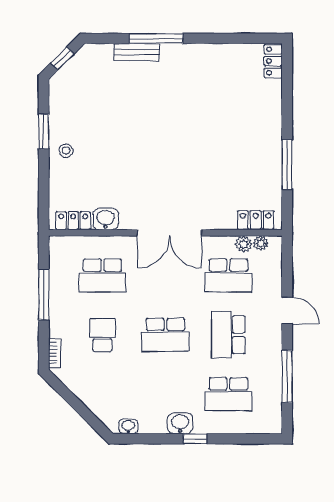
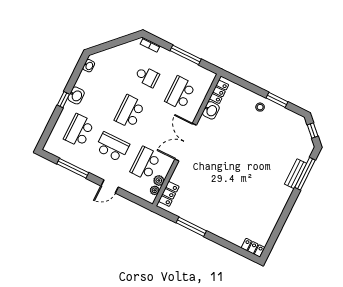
window: (156, 39) -> (305, 174), moved

